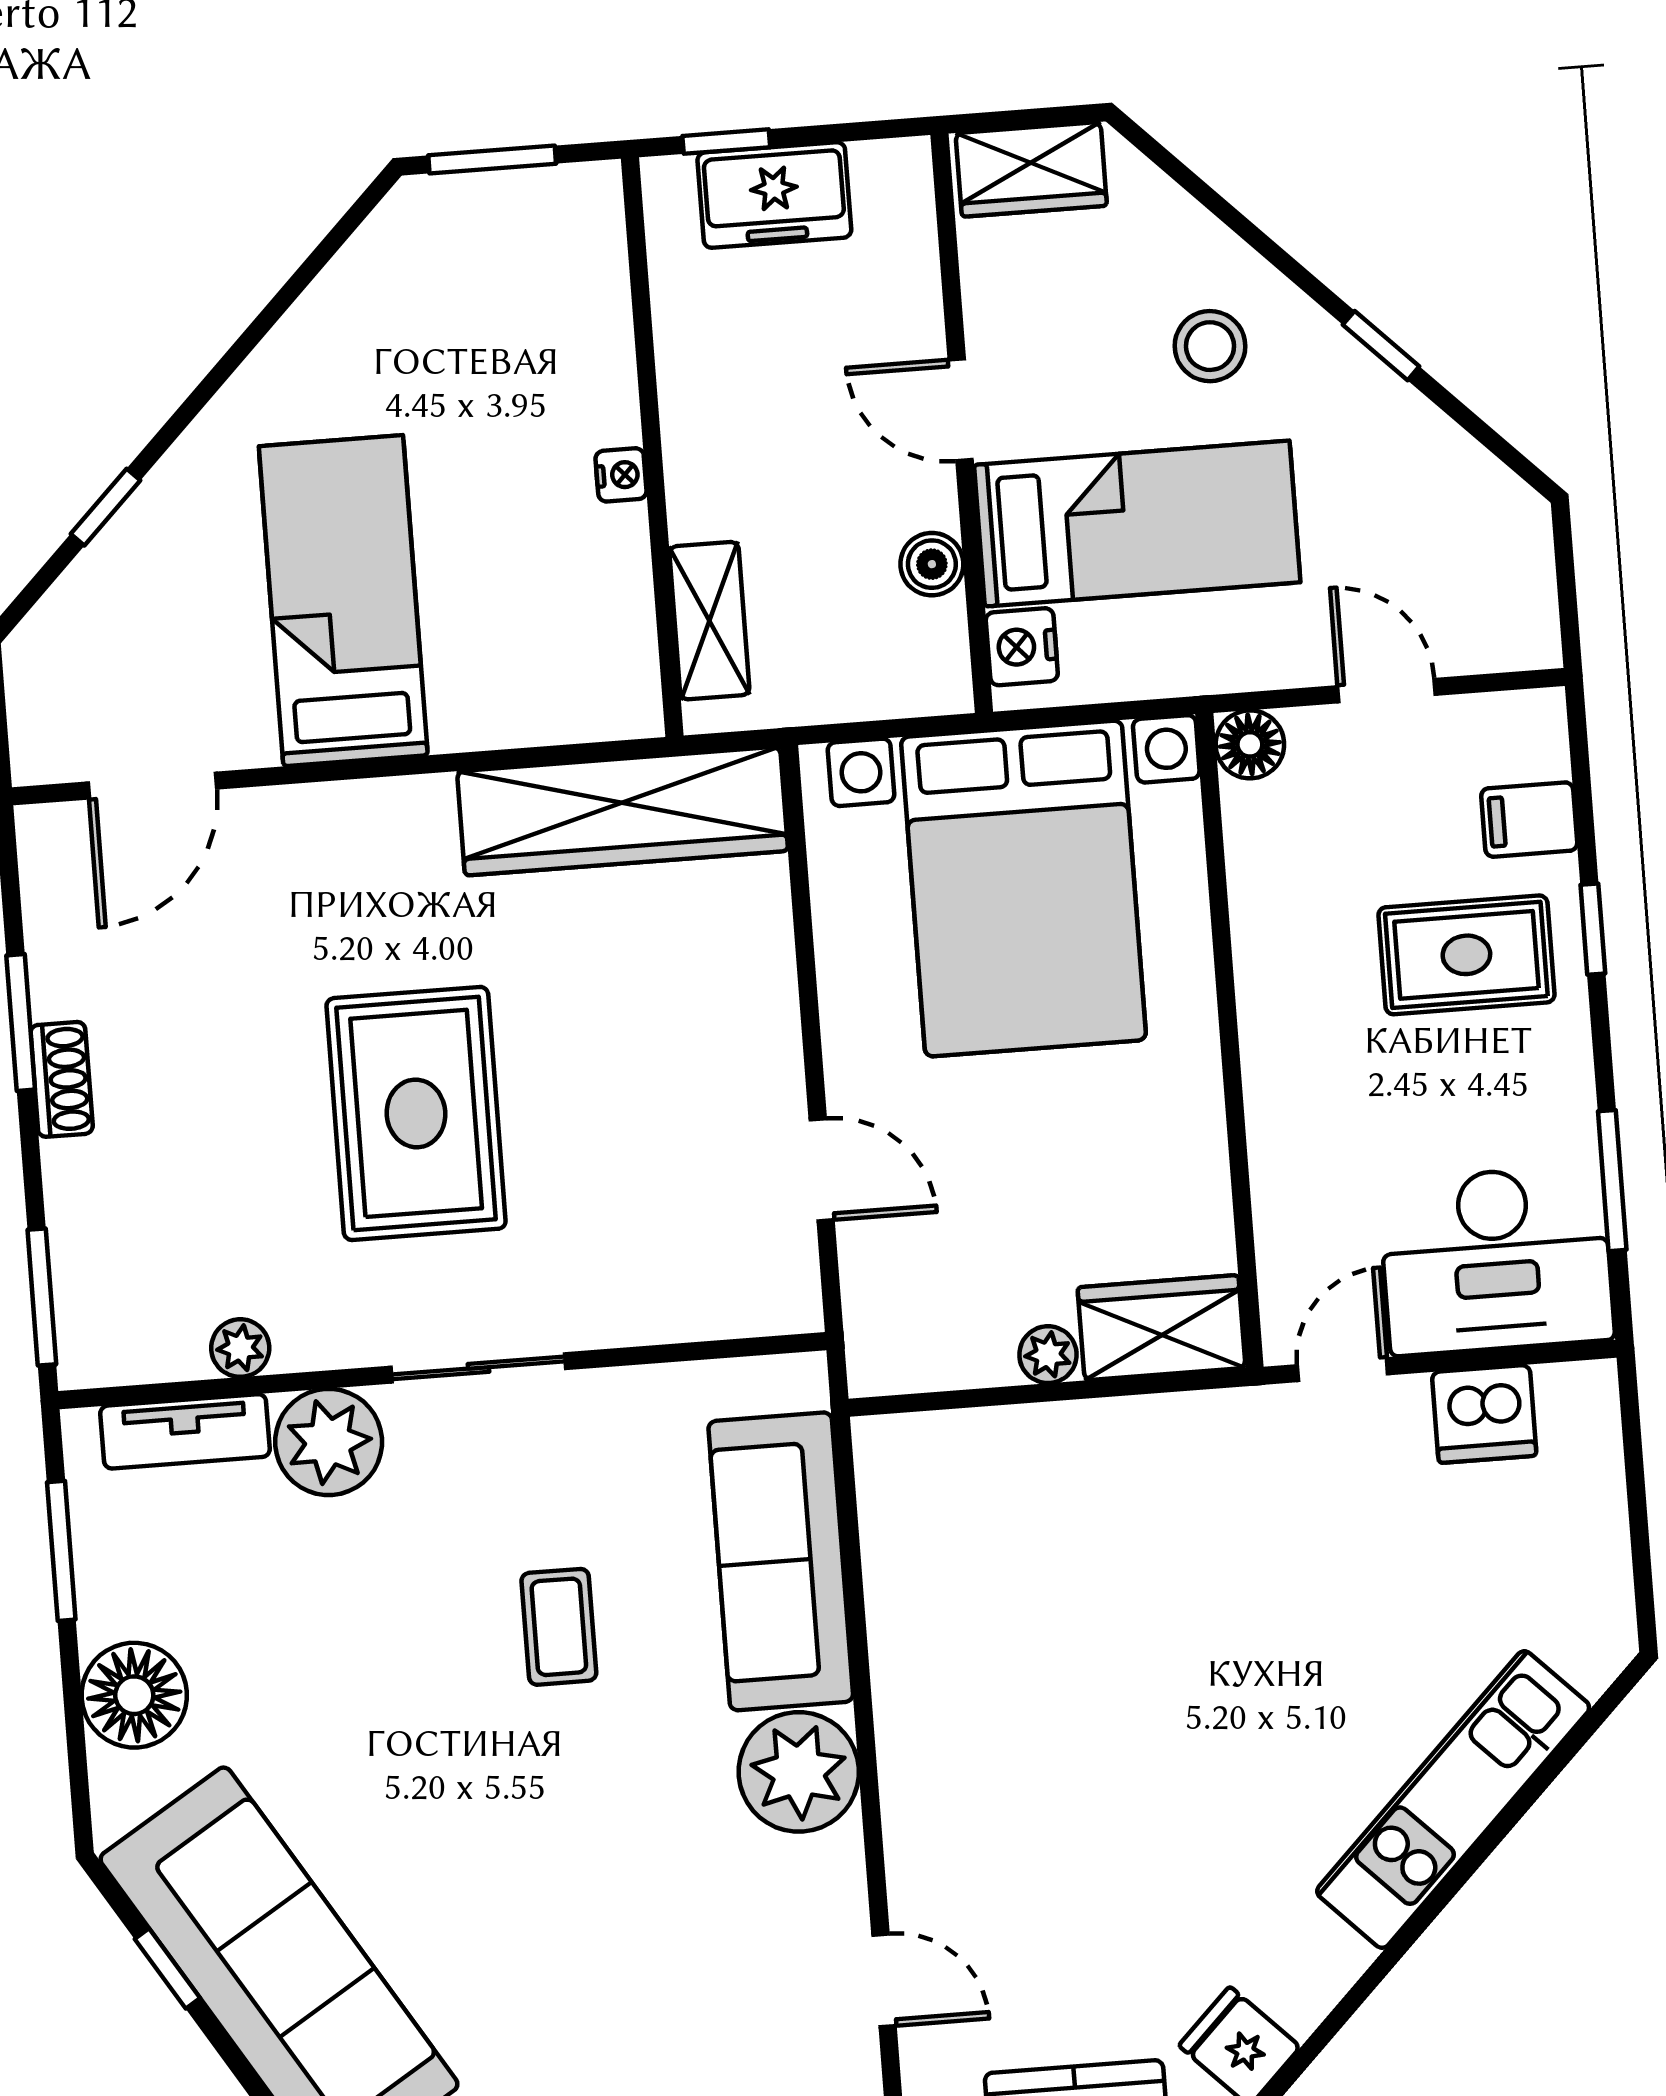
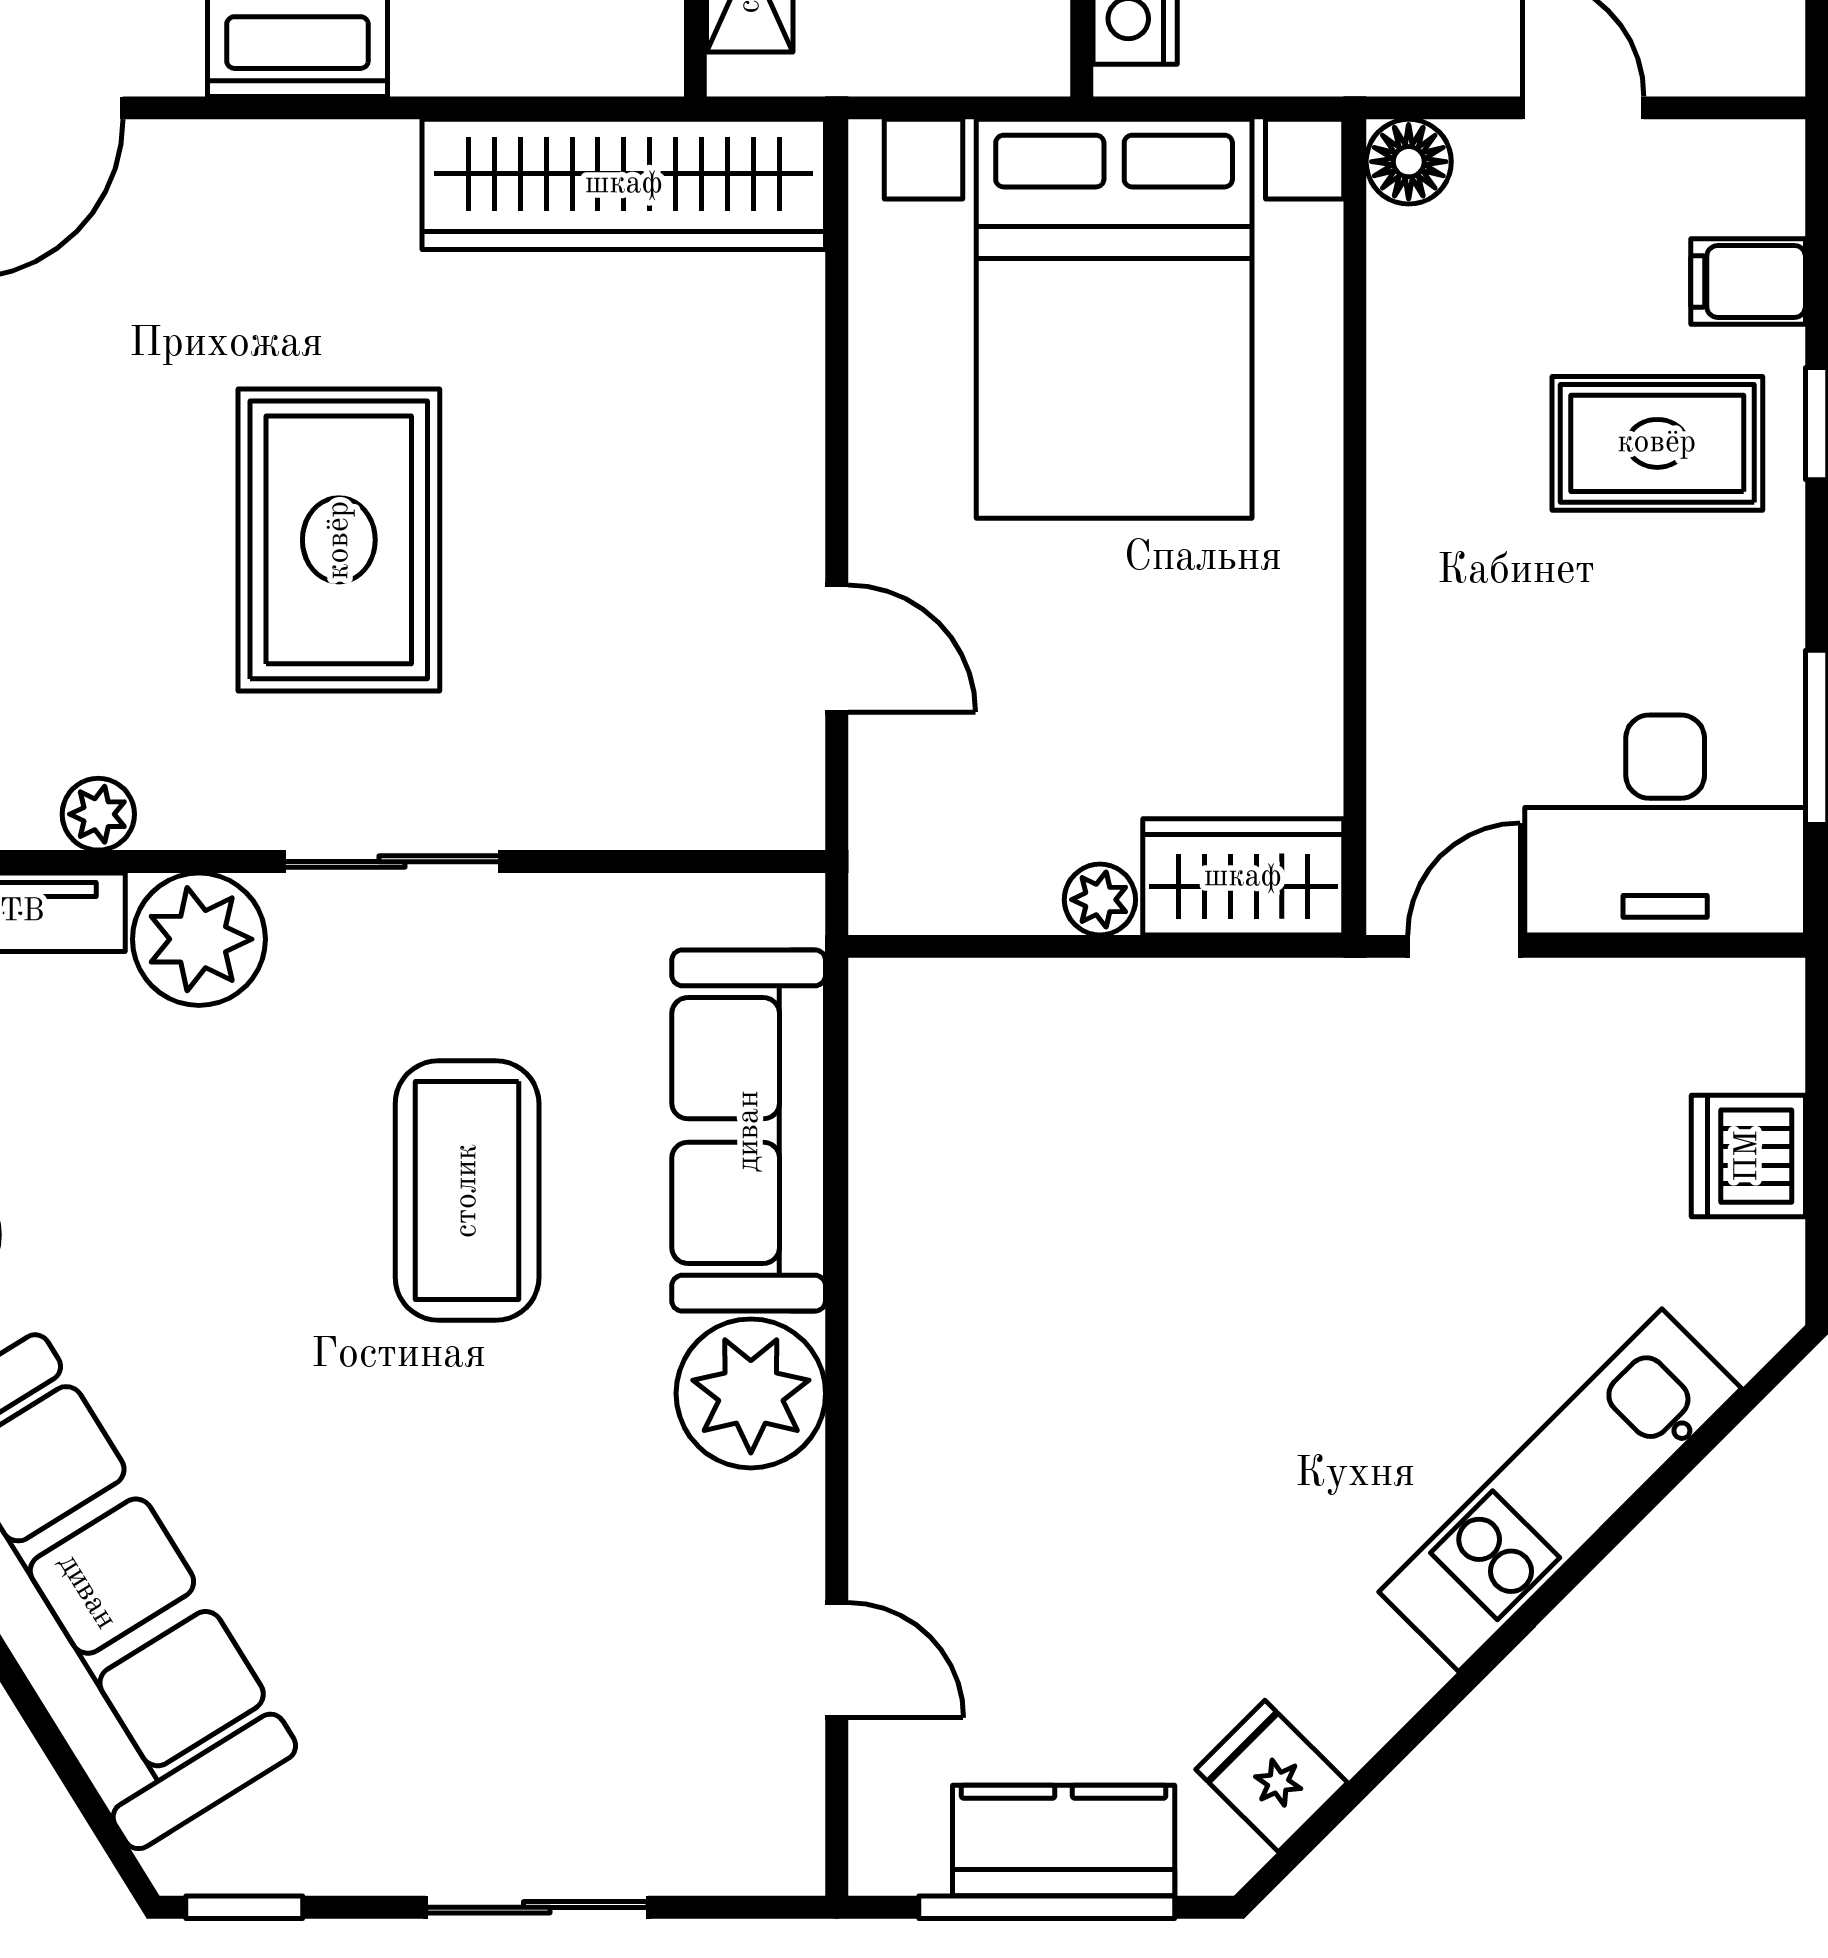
dishwasher: (1484, 1414) -> (1748, 1156), moved, turned 90
coffee table: (559, 1627) -> (467, 1191), width x1.86, depth x1.72

